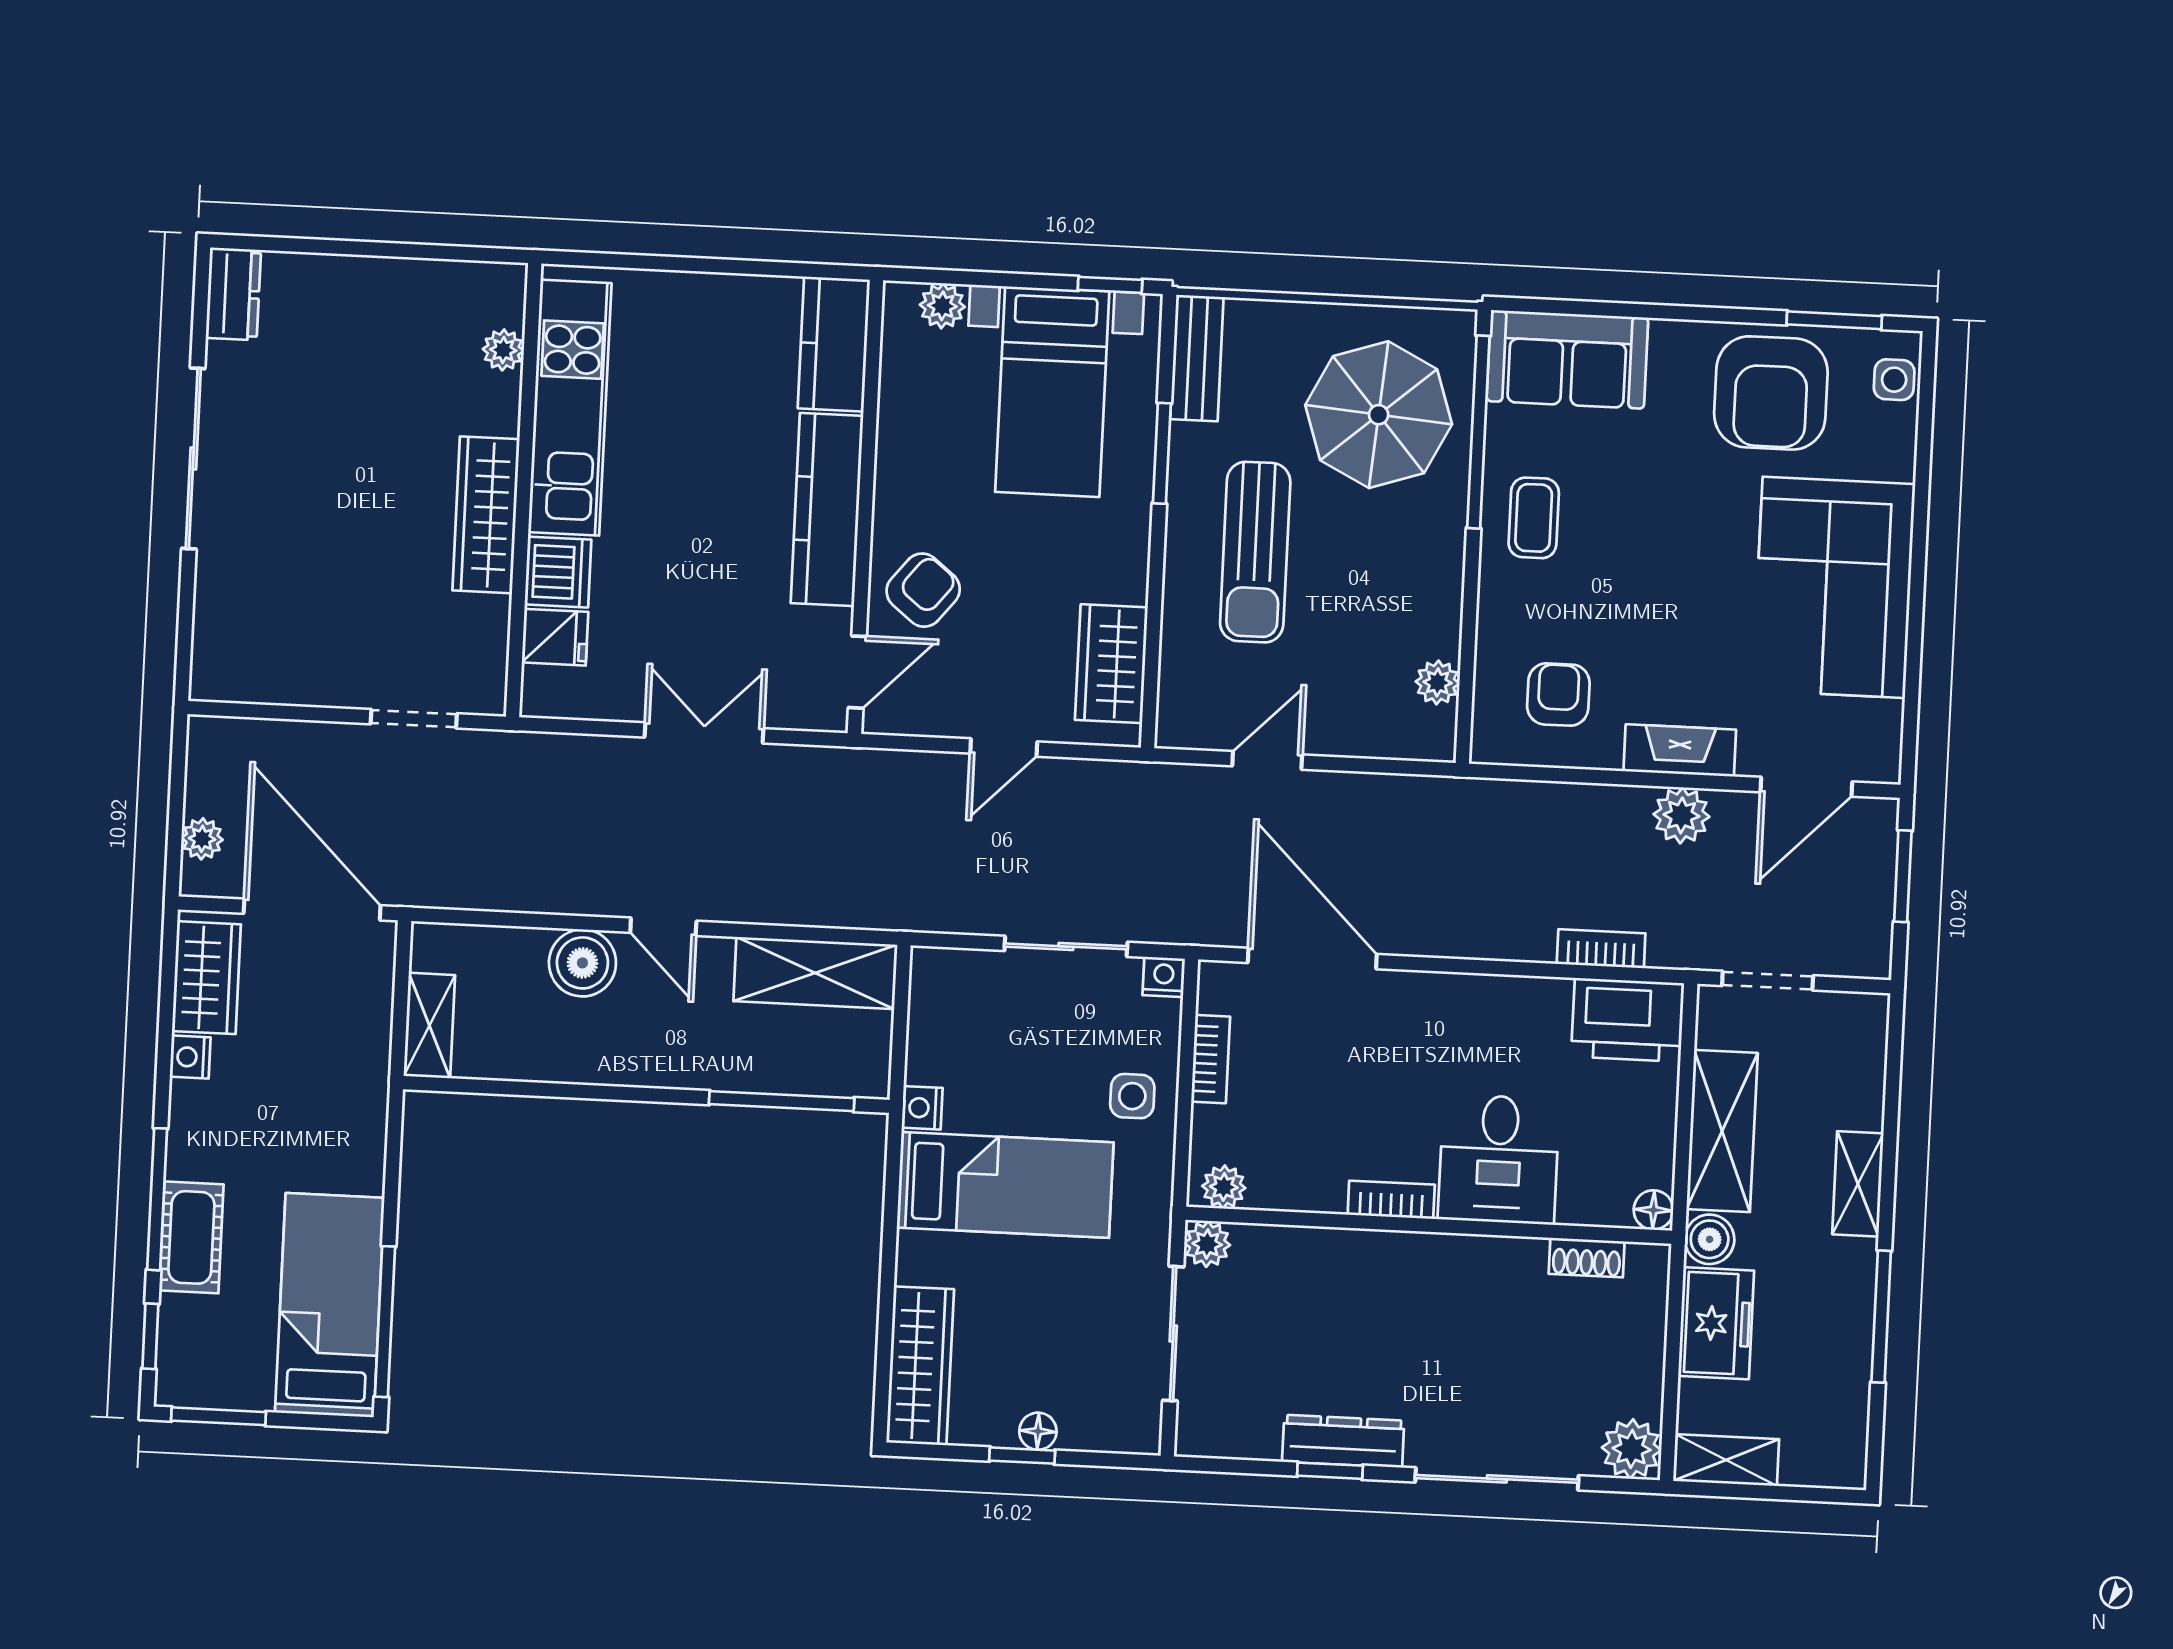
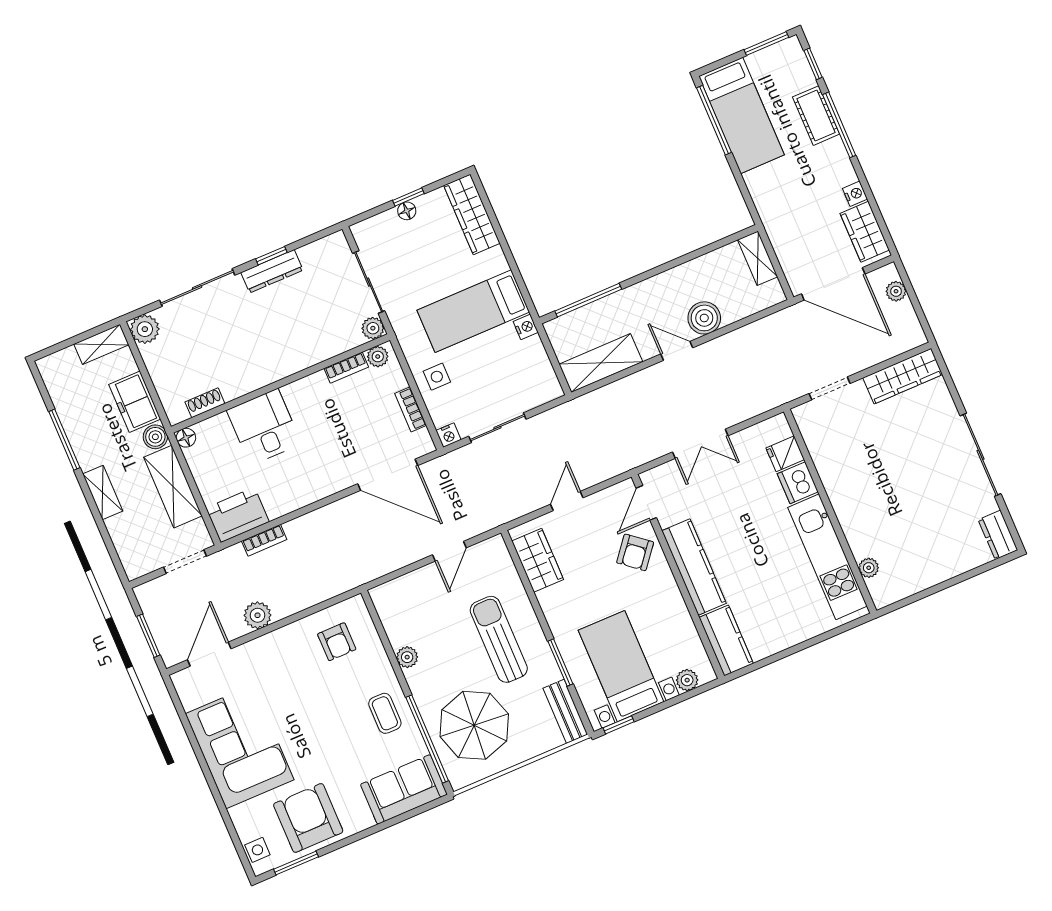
wardrobe: (486, 515) -> (903, 376), moved, turned 90
plant: (1438, 682) -> (407, 657), moved
fireplace: (1680, 750) -> (272, 643), removed
bookcase: (1391, 1200) -> (346, 368), moved

